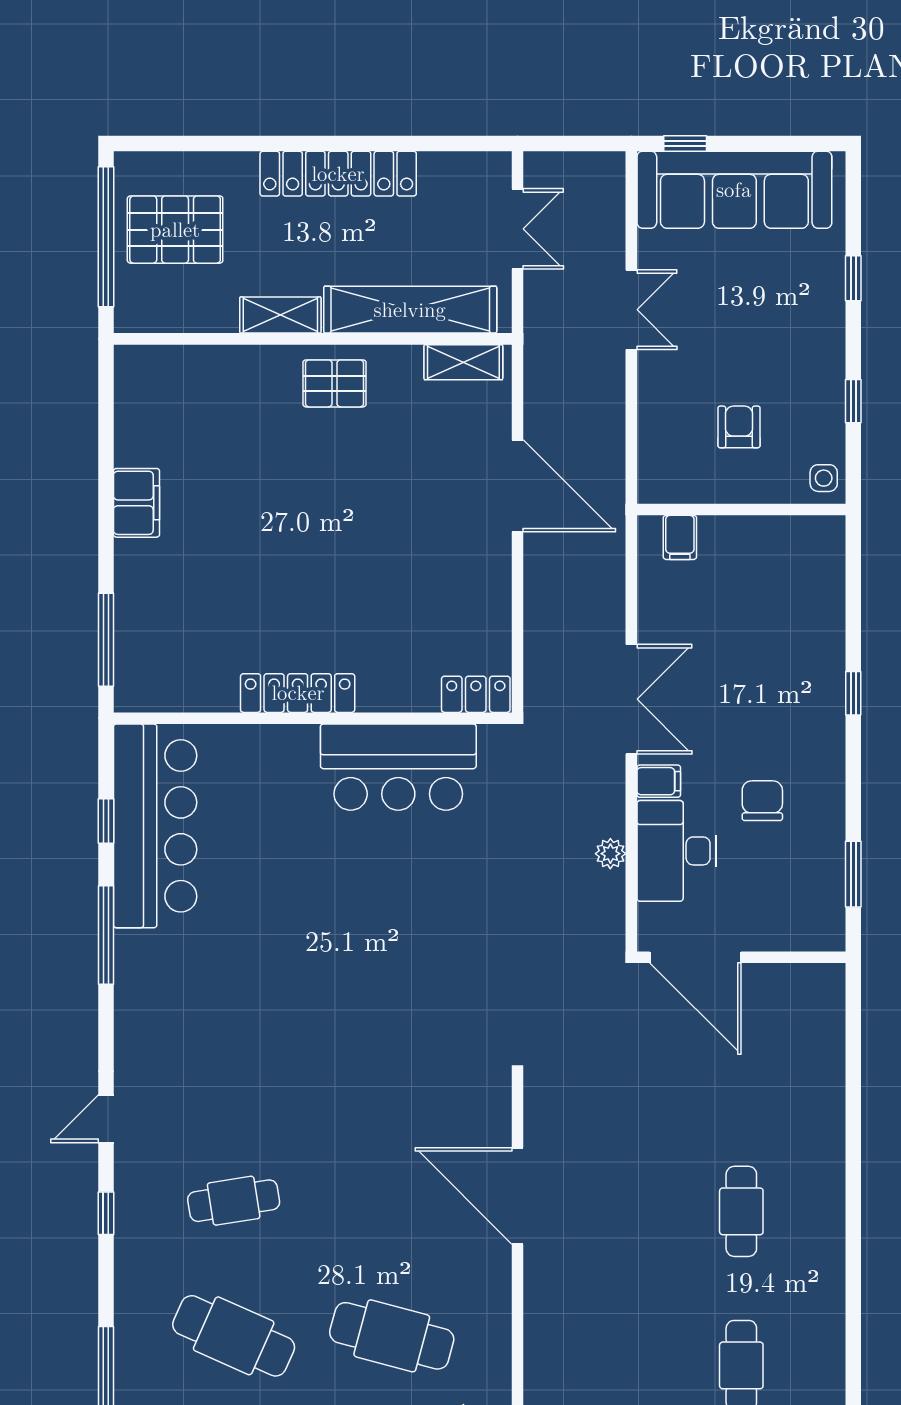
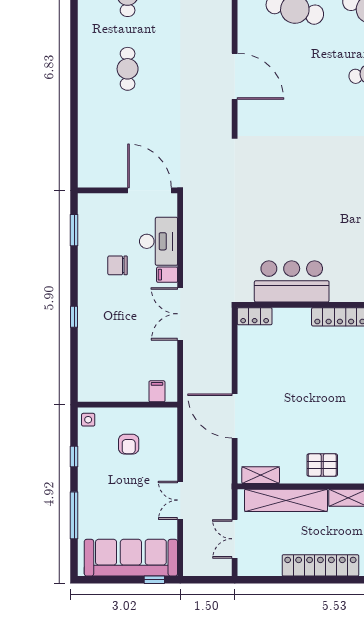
window: (853, 278) -> (74, 515), width x2.17
chair: (762, 801) -> (118, 265), turned 90
plant: (610, 854) -> (190, 240), removed

